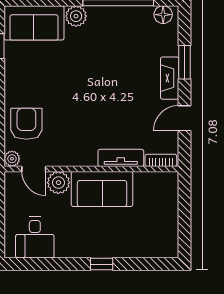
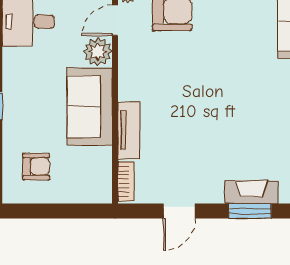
fireplace: (170, 78) -> (251, 192), moved
door: (185, 118) -> (179, 211), swing flipped
armchair: (149, 231) -> (36, 166), added

